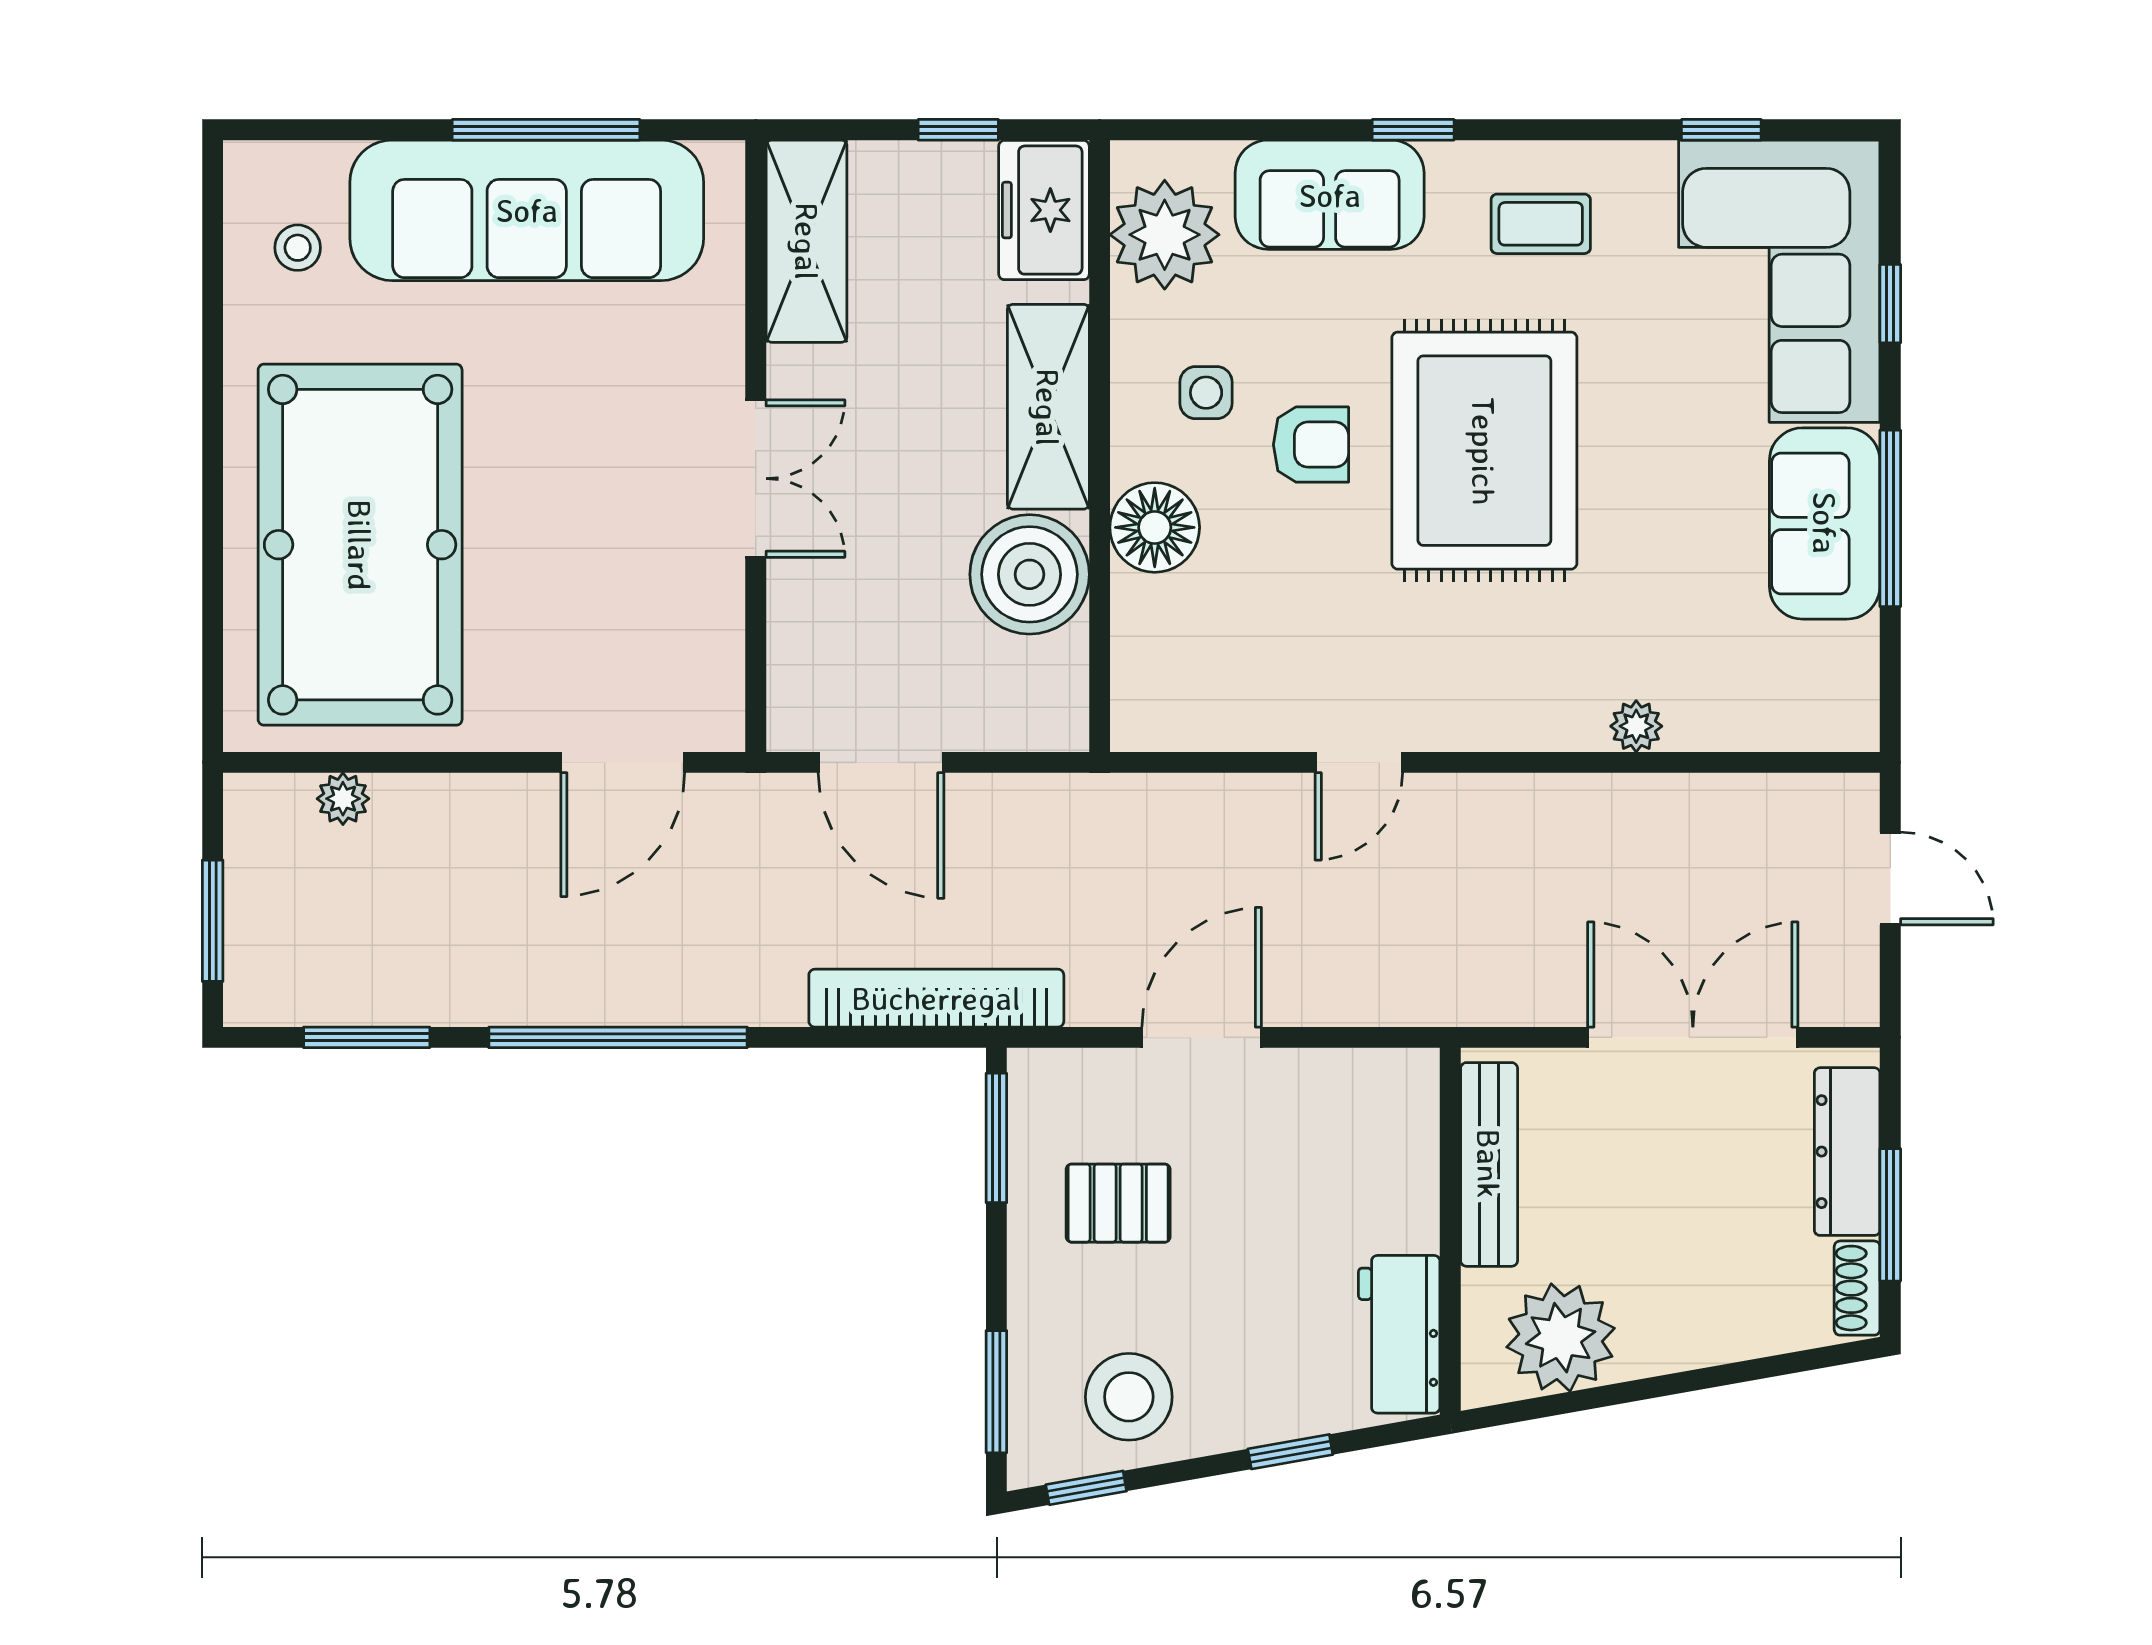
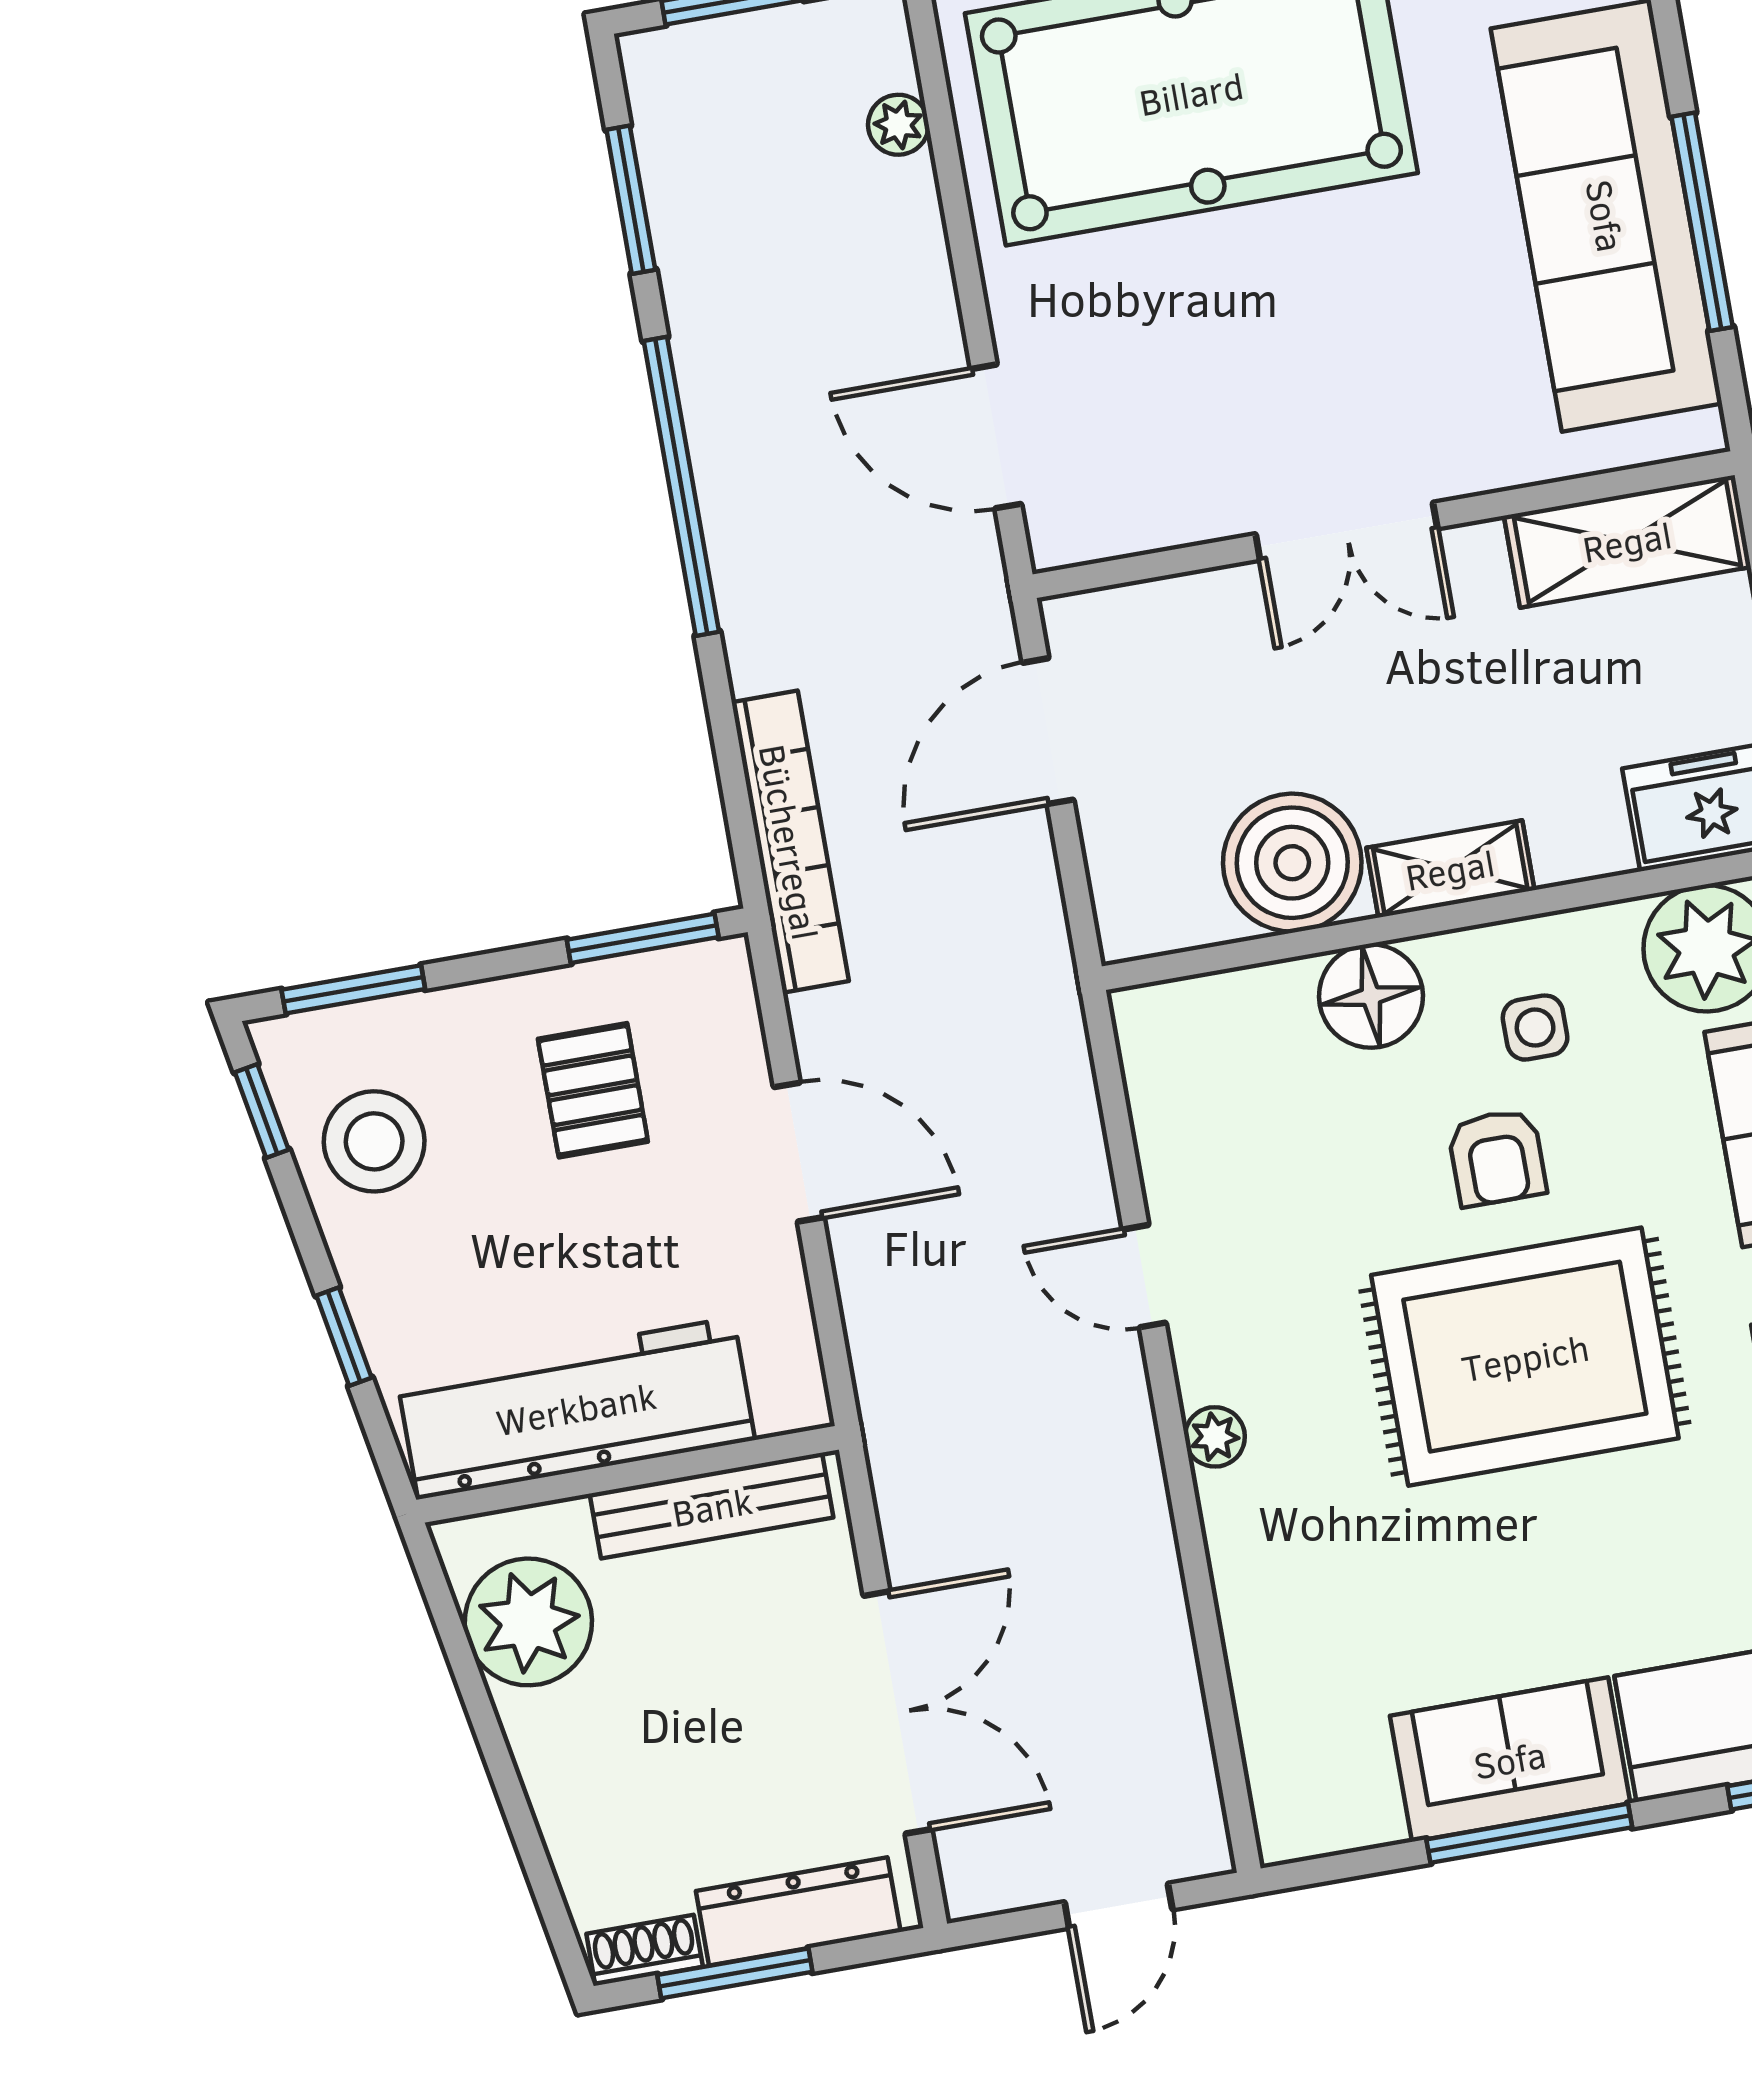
shelving: (1048, 407) -> (1450, 869), width x0.67, depth x0.75
plant: (1636, 726) -> (1215, 1437), moved
workbench: (1399, 1334) -> (576, 1408), width x1.88, depth x1.32

